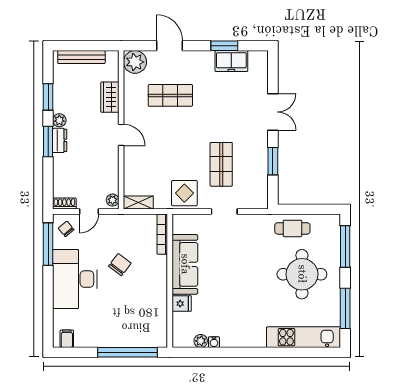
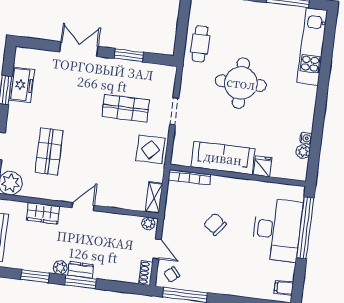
round table: (302, 274) -> (241, 83), moved
desk: (75, 279) -> (277, 230), moved, turned -90

